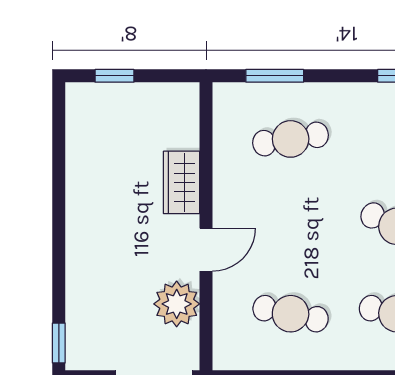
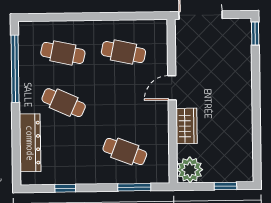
cafe table: (291, 139) -> (125, 151), turned 30
plant: (177, 304) -> (190, 170), moved

